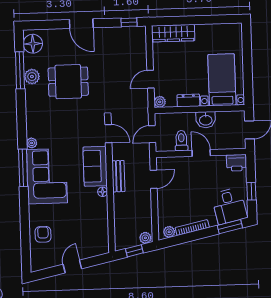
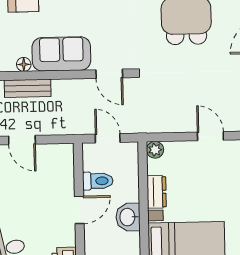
door: (151, 79) -> (210, 136), moved
door: (108, 134) -> (109, 74), hinge flipped
bench: (118, 176) -> (28, 88), moved
door: (154, 179) -> (22, 140), moved

